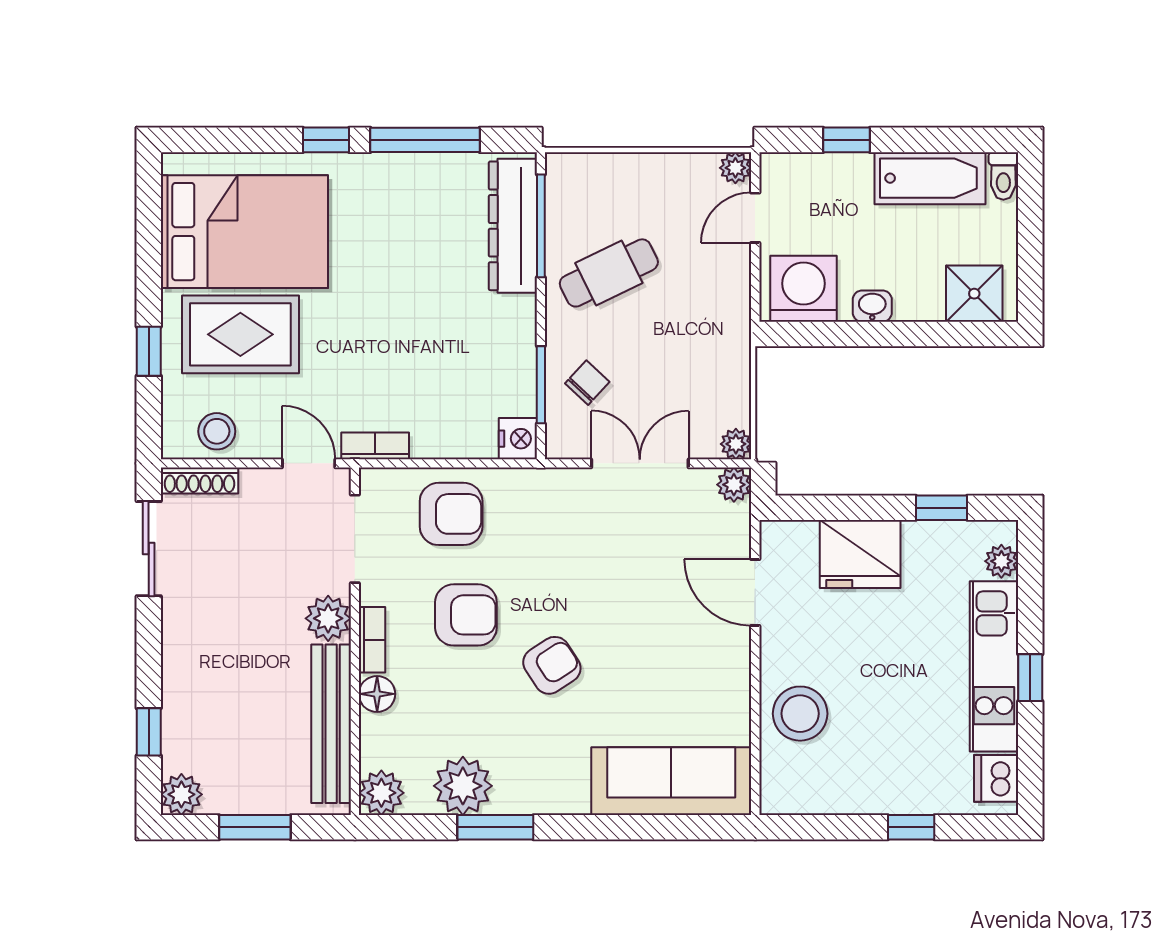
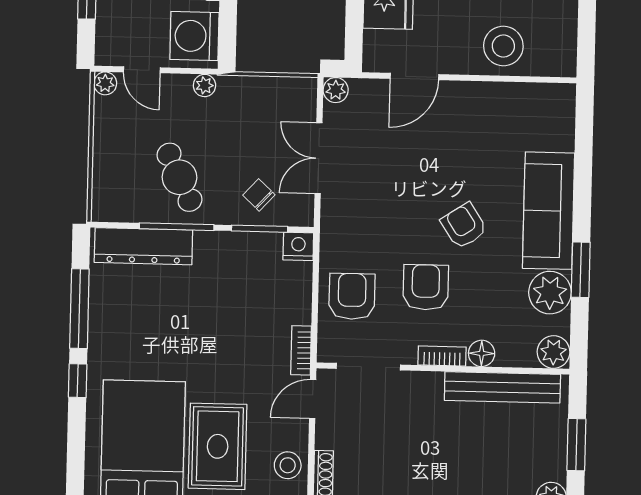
window: (541, 226) -> (177, 227), moved
plant: (736, 444) -> (204, 85), moved
plant: (328, 618) -> (426, 388), removed
sofa: (671, 781) -> (549, 211), moved

